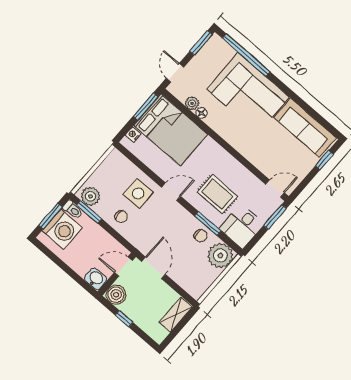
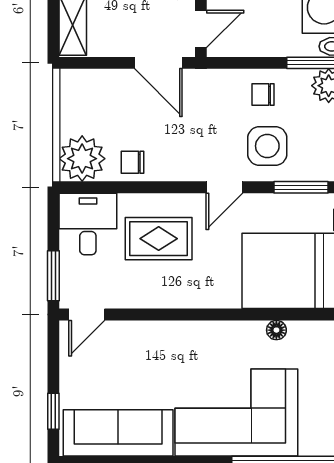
plant: (192, 103) -> (301, 332), removed
window: (208, 224) -> (301, 187), moved

